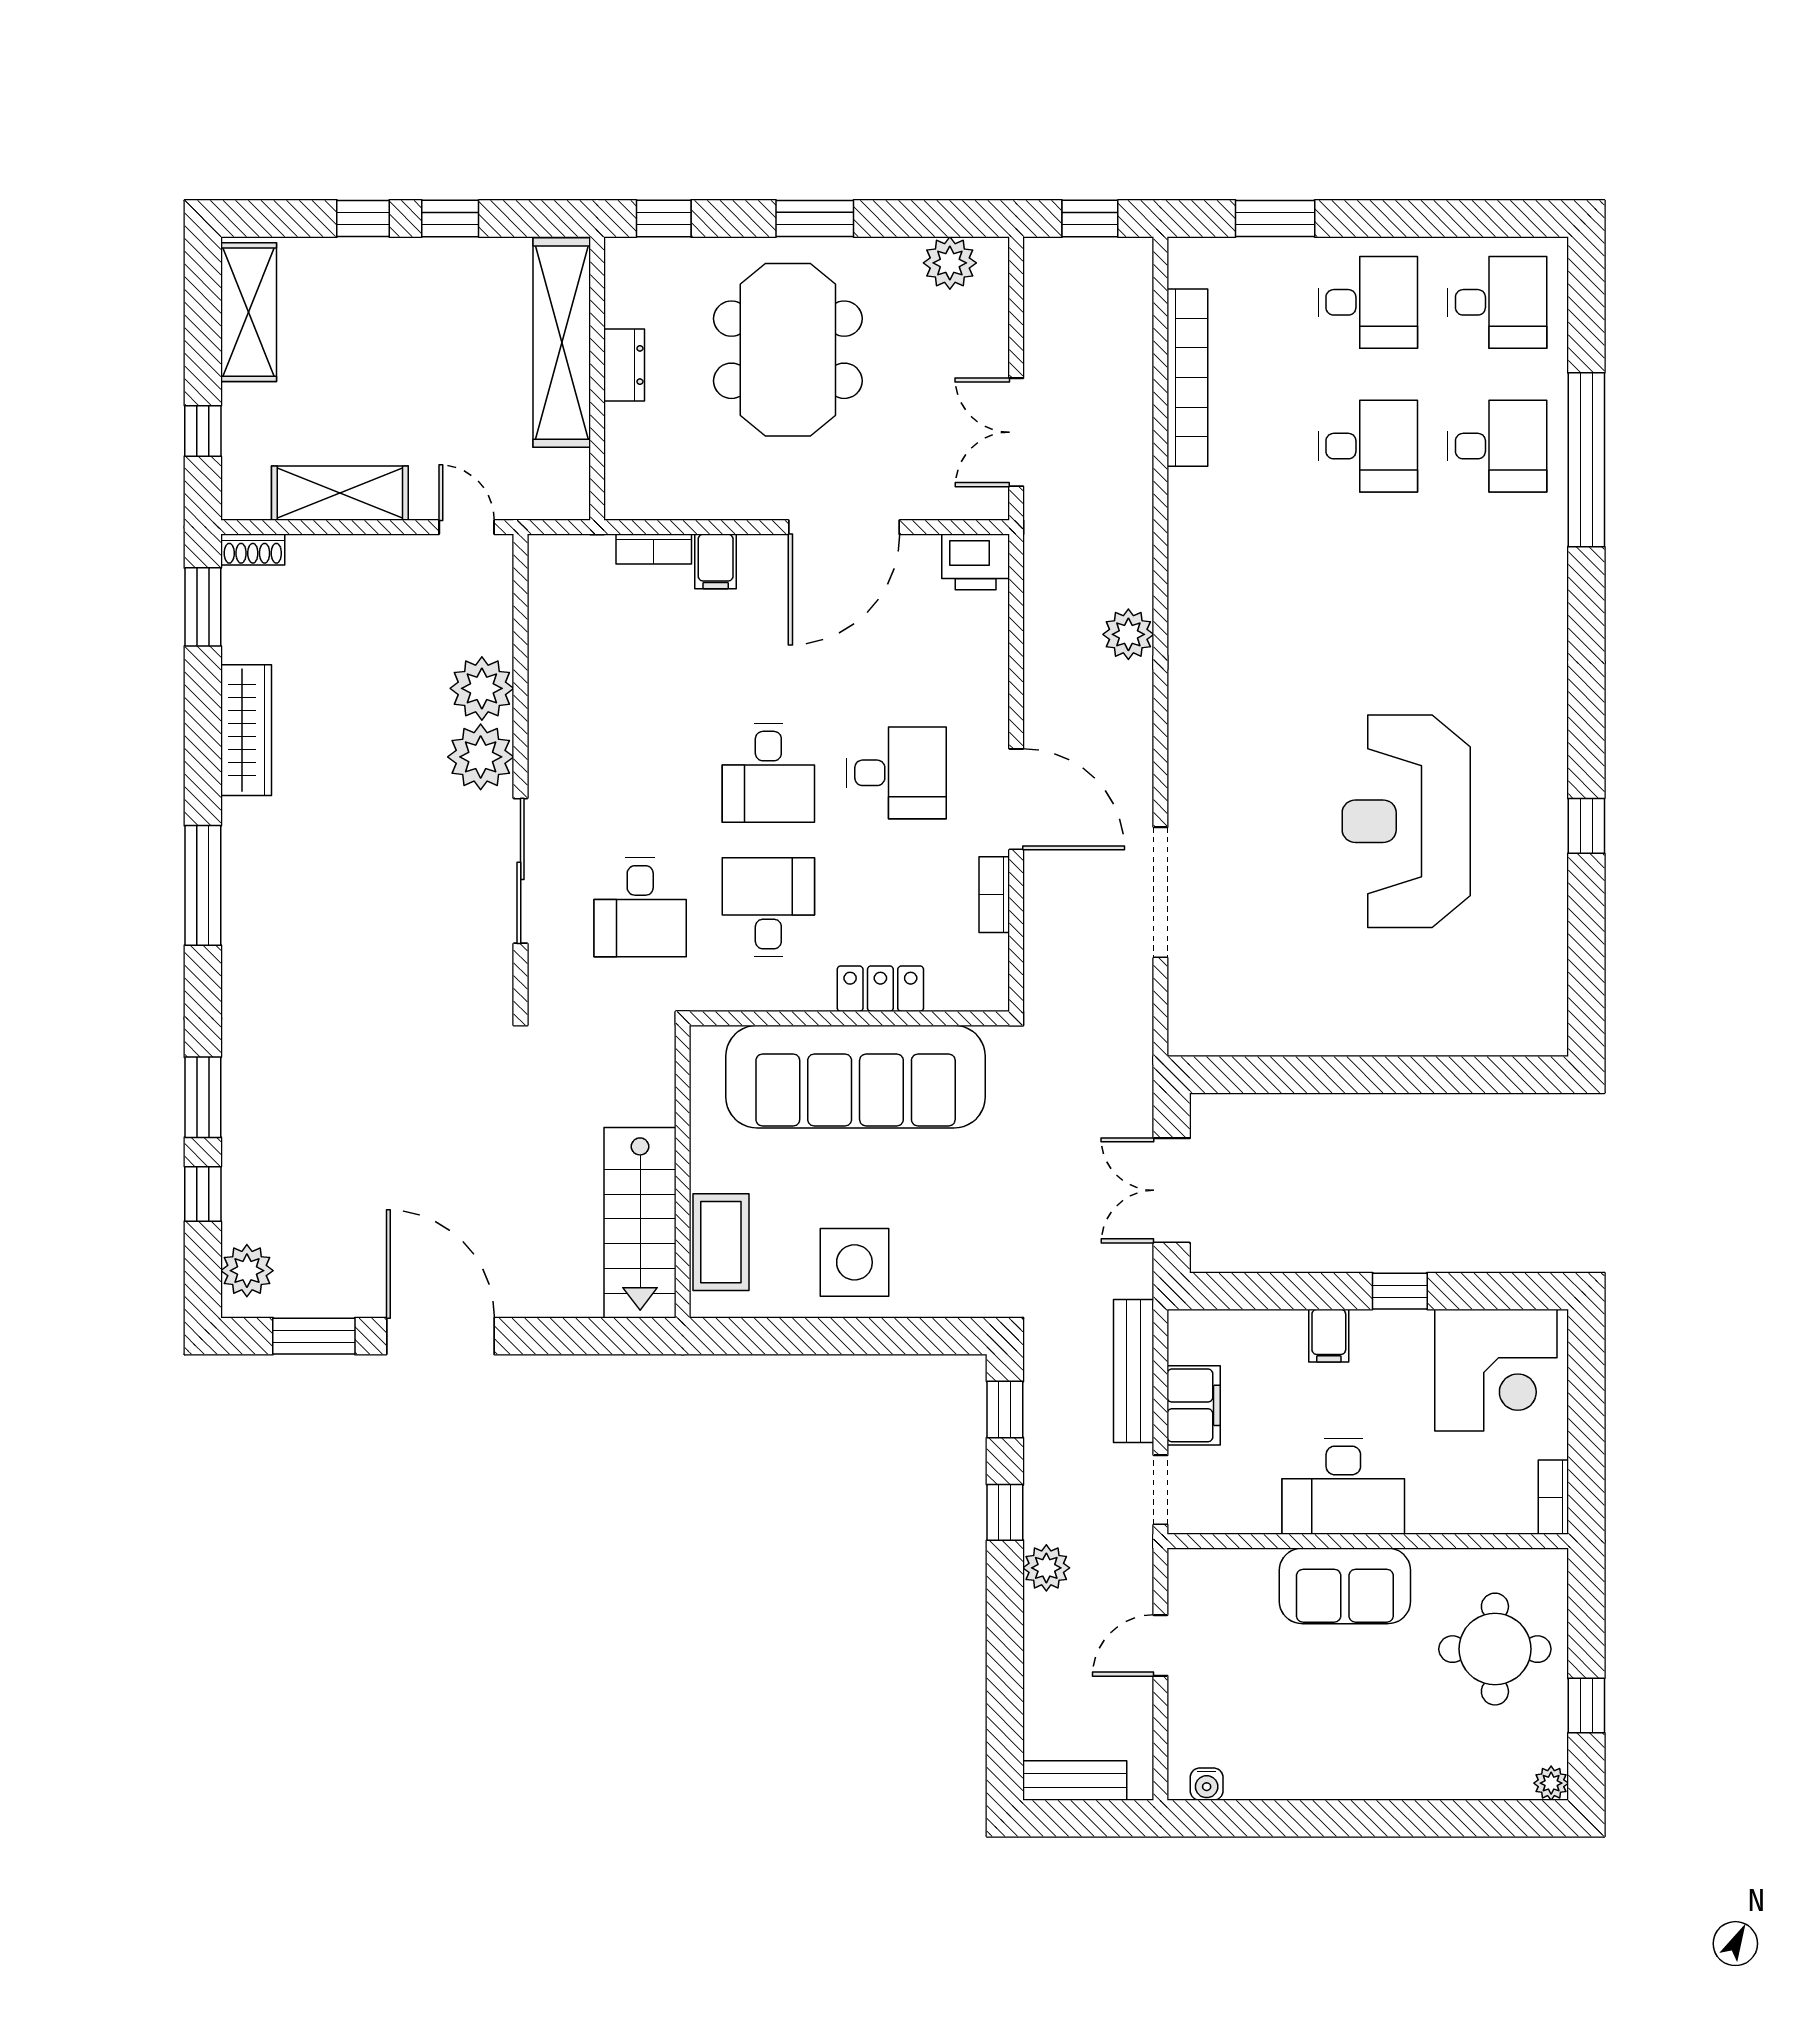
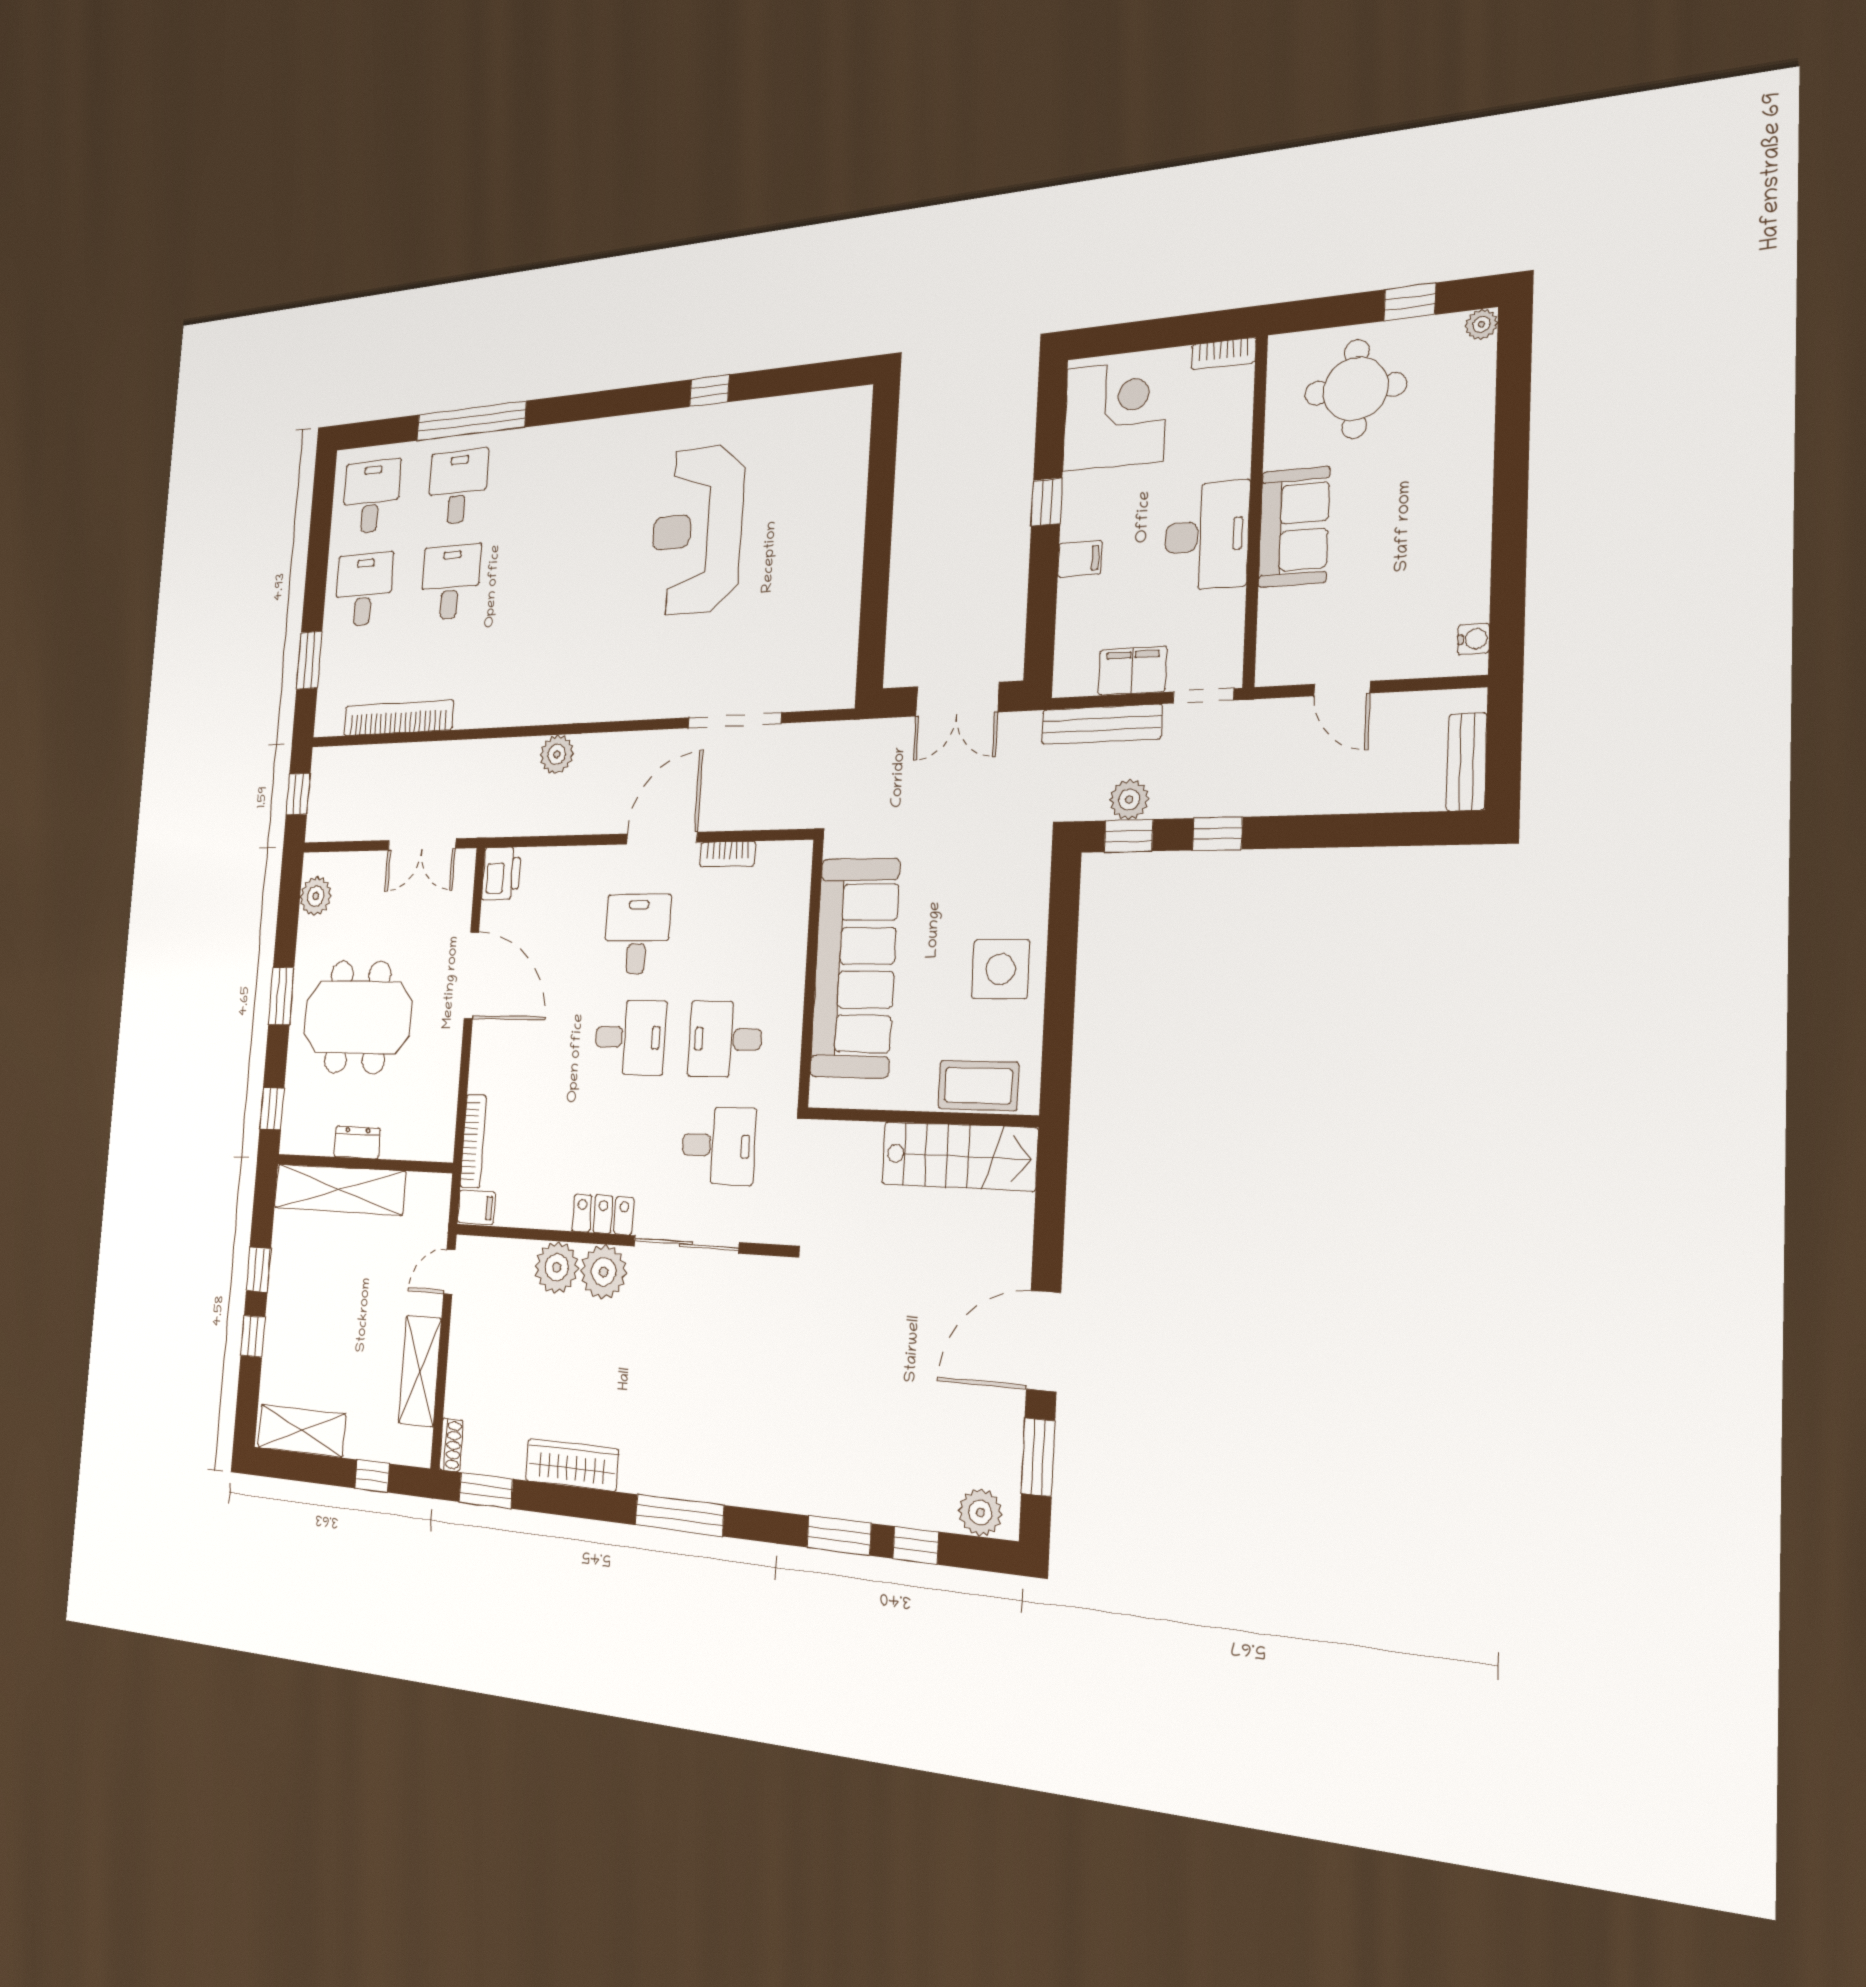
bookcase: (654, 549) -> (473, 1141), width x1.56
filing cabinet: (716, 561) -> (476, 1207), moved
reception desk: (1406, 821) -> (697, 530), turned 90
locker: (880, 989) -> (603, 1214), moved, turned 90
plant: (1046, 1568) -> (1129, 799), moved

